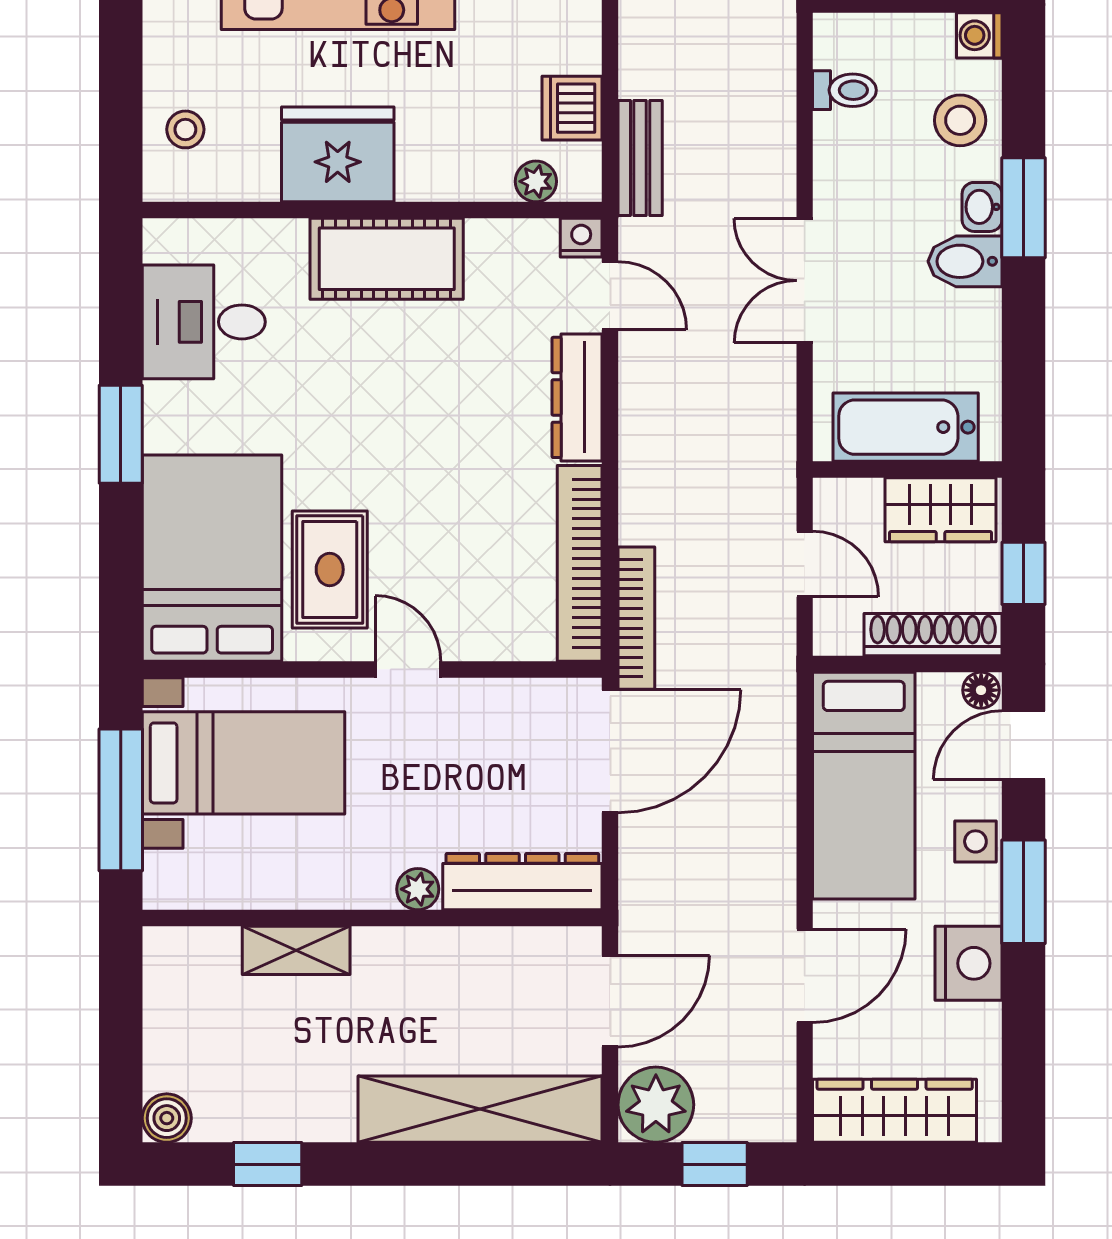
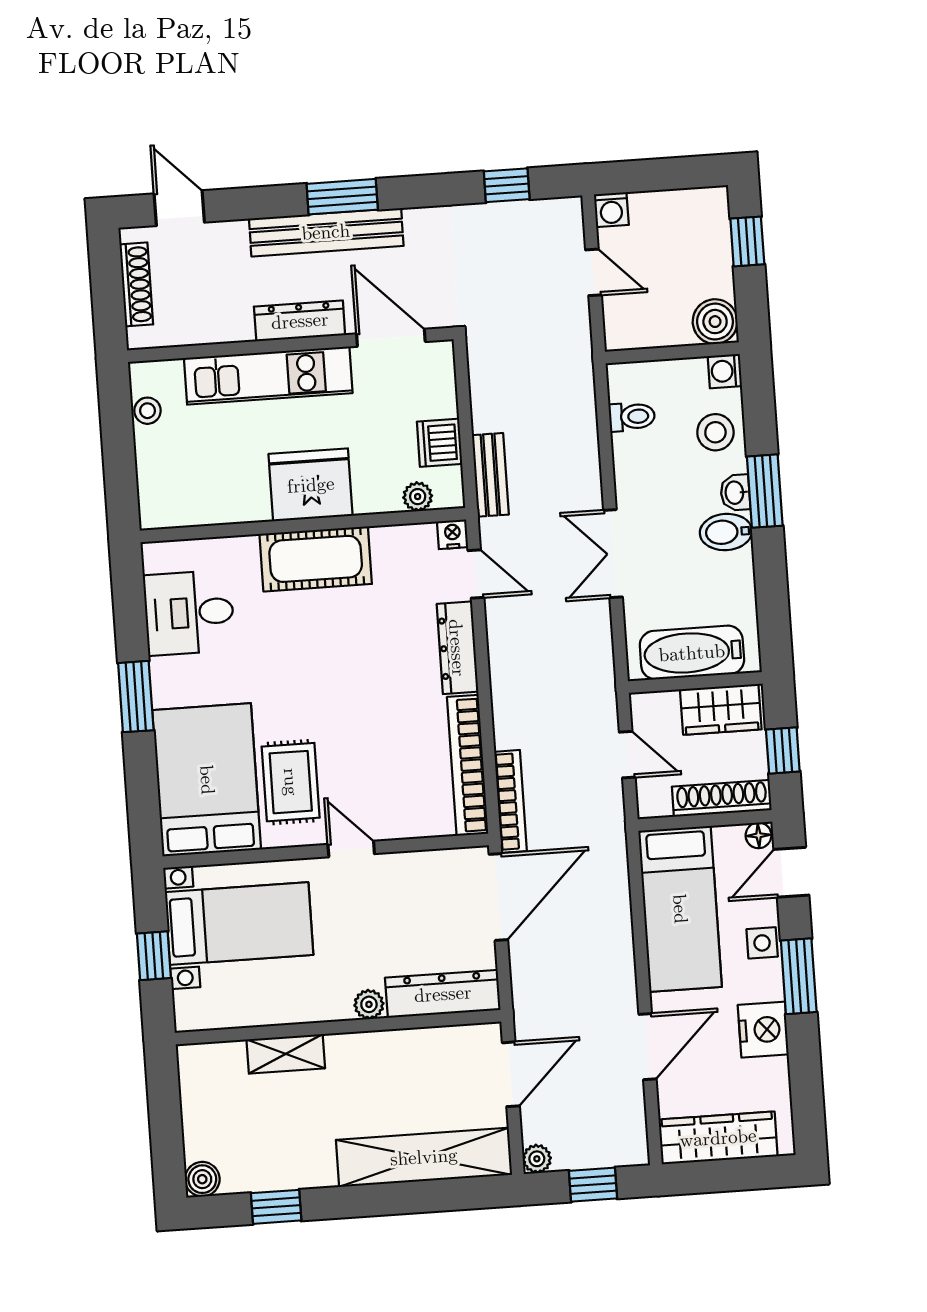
stool: (185, 129) -> (147, 411), moved
fridge: (338, 154) -> (311, 485), moved
window: (121, 800) -> (154, 956), width x0.46
plant: (656, 1105) -> (537, 1159), width x0.53, depth x0.53

